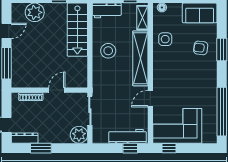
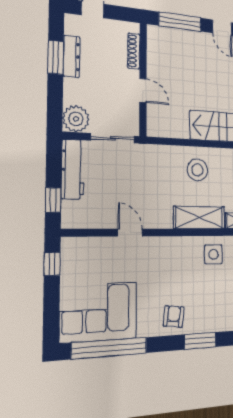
armchair: (201, 48) -> (174, 316), moved
shelving: (140, 58) -> (199, 218), width x0.68
corner sofa: (177, 126) -> (99, 312), moved, turned -90
workbench: (128, 136) -> (73, 169), moved
dresser: (25, 138) -> (72, 56), moved

